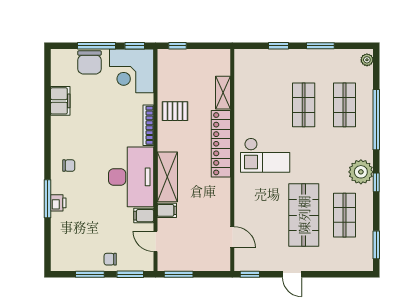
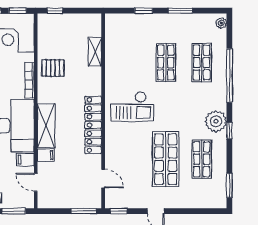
locker: (221, 144) -> (93, 125), moved
window: (179, 274) -> (84, 211), moved

